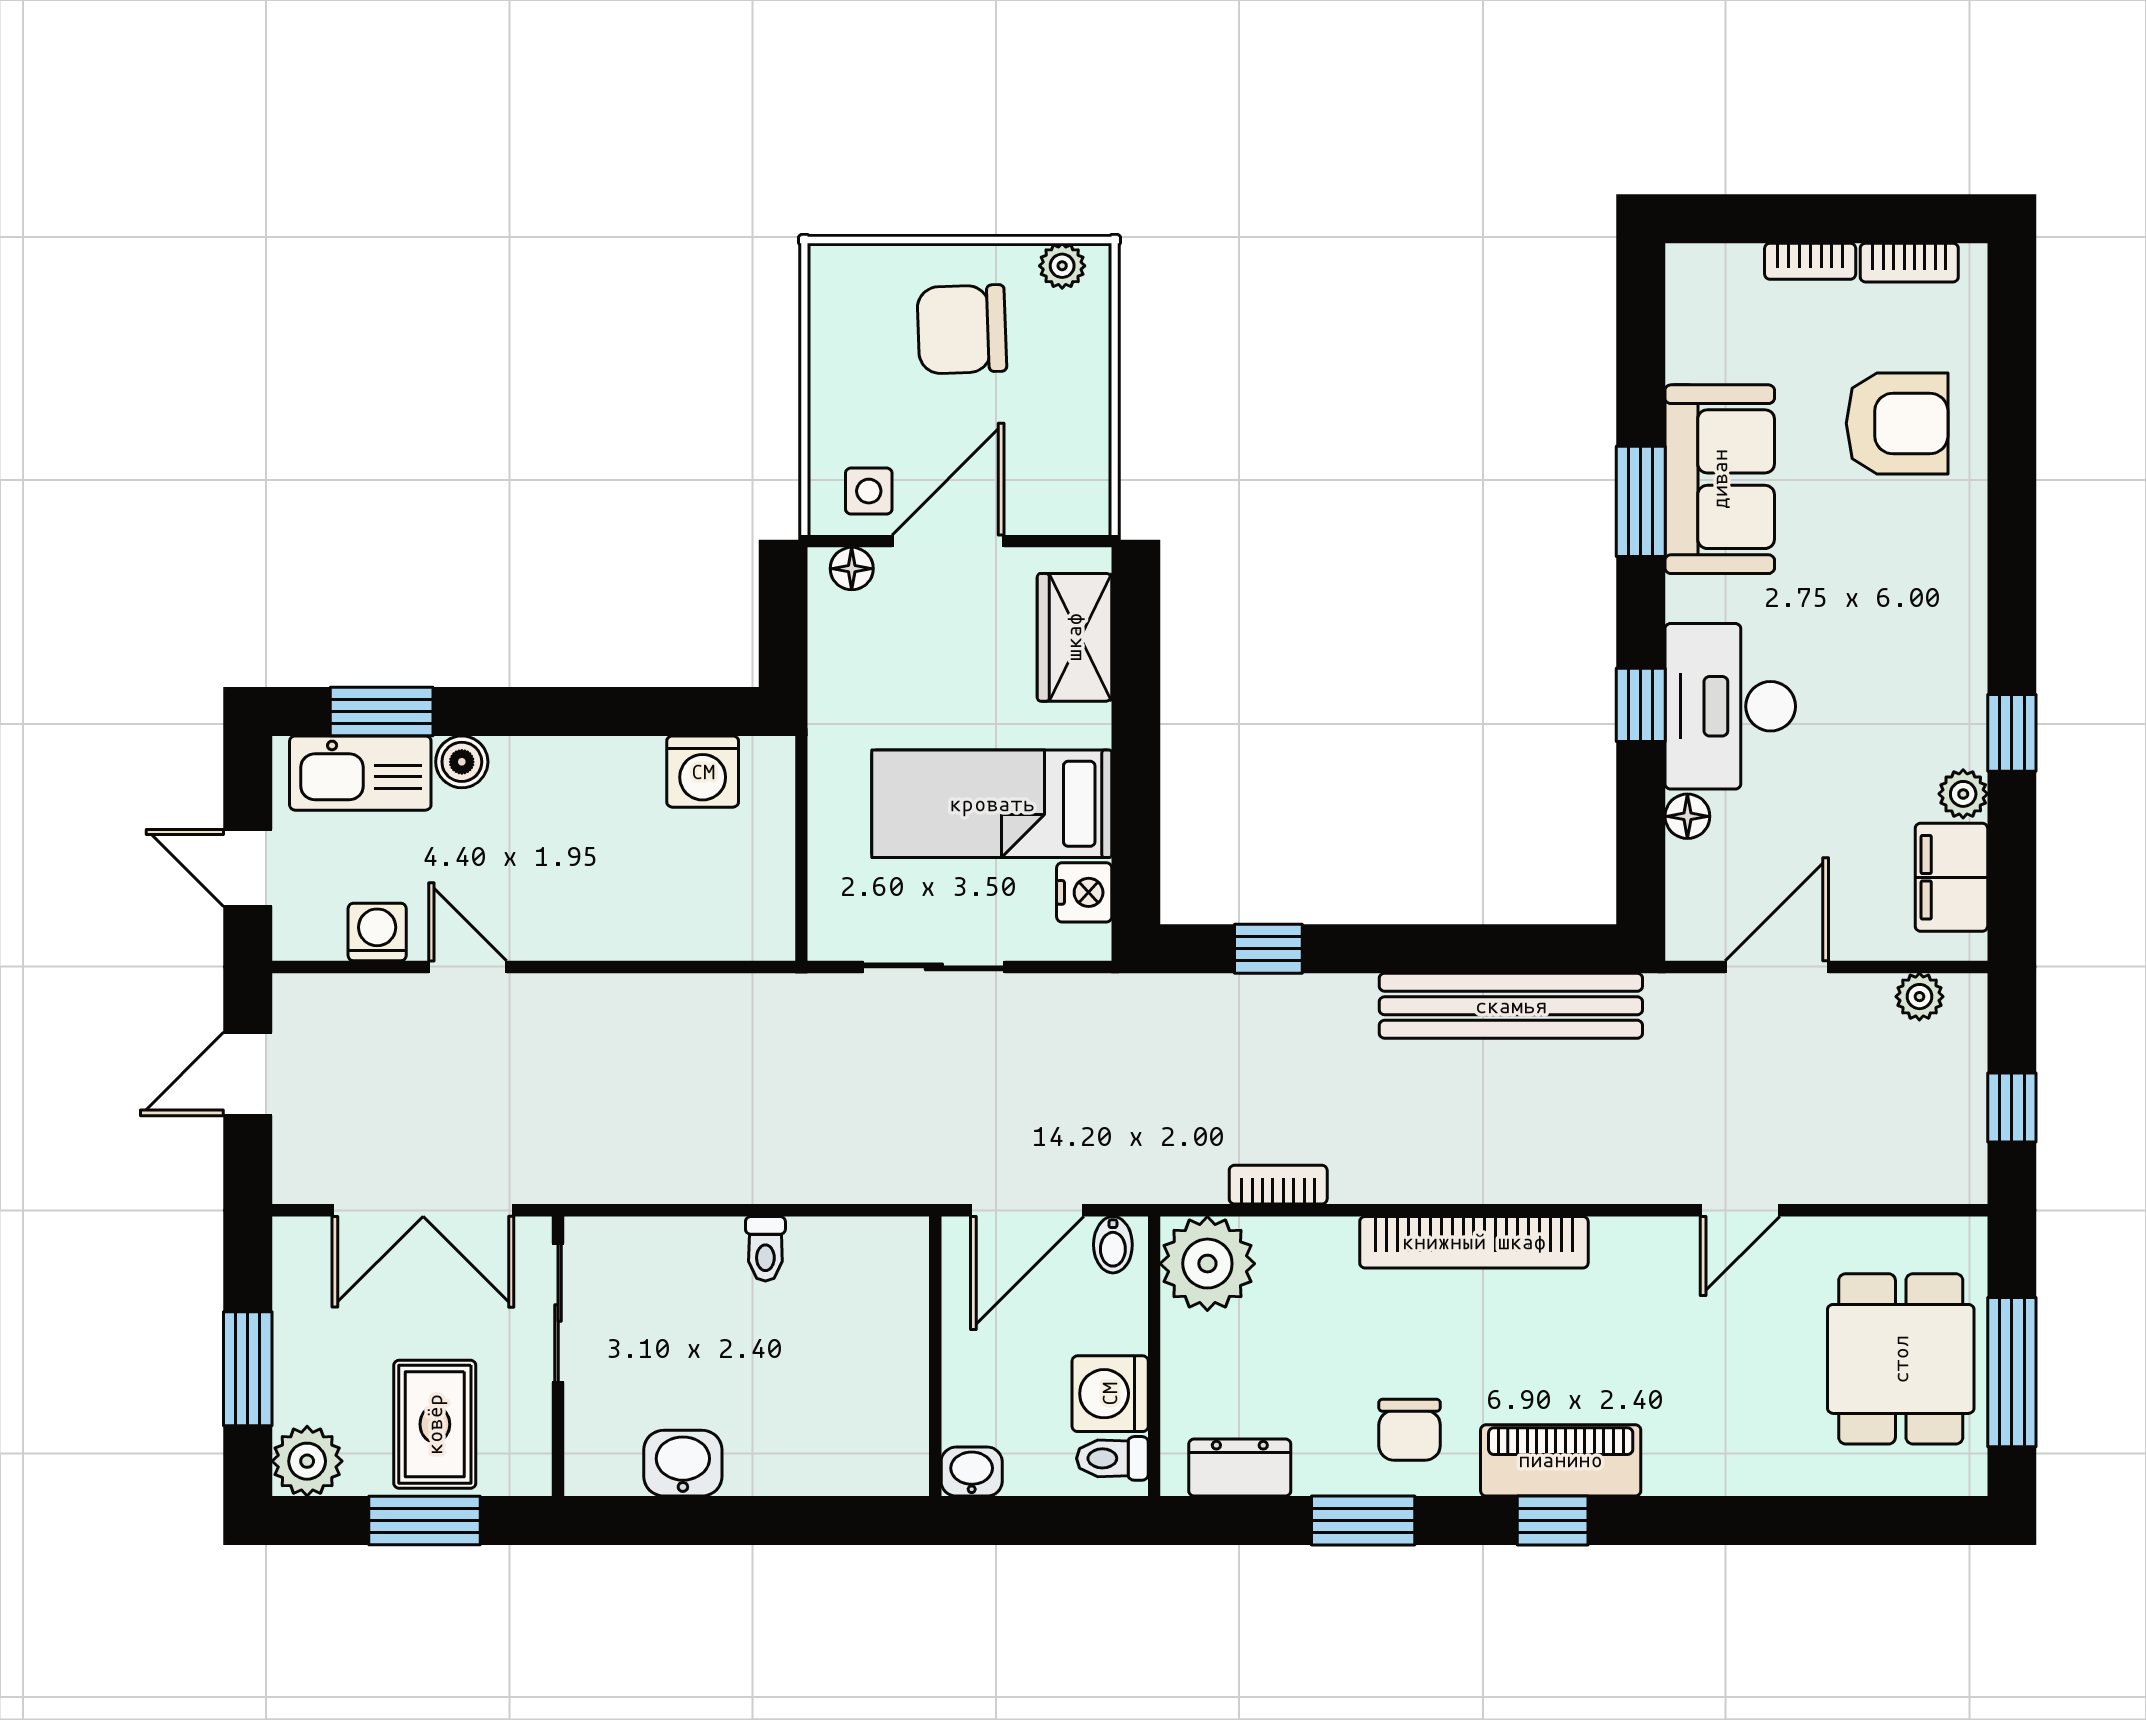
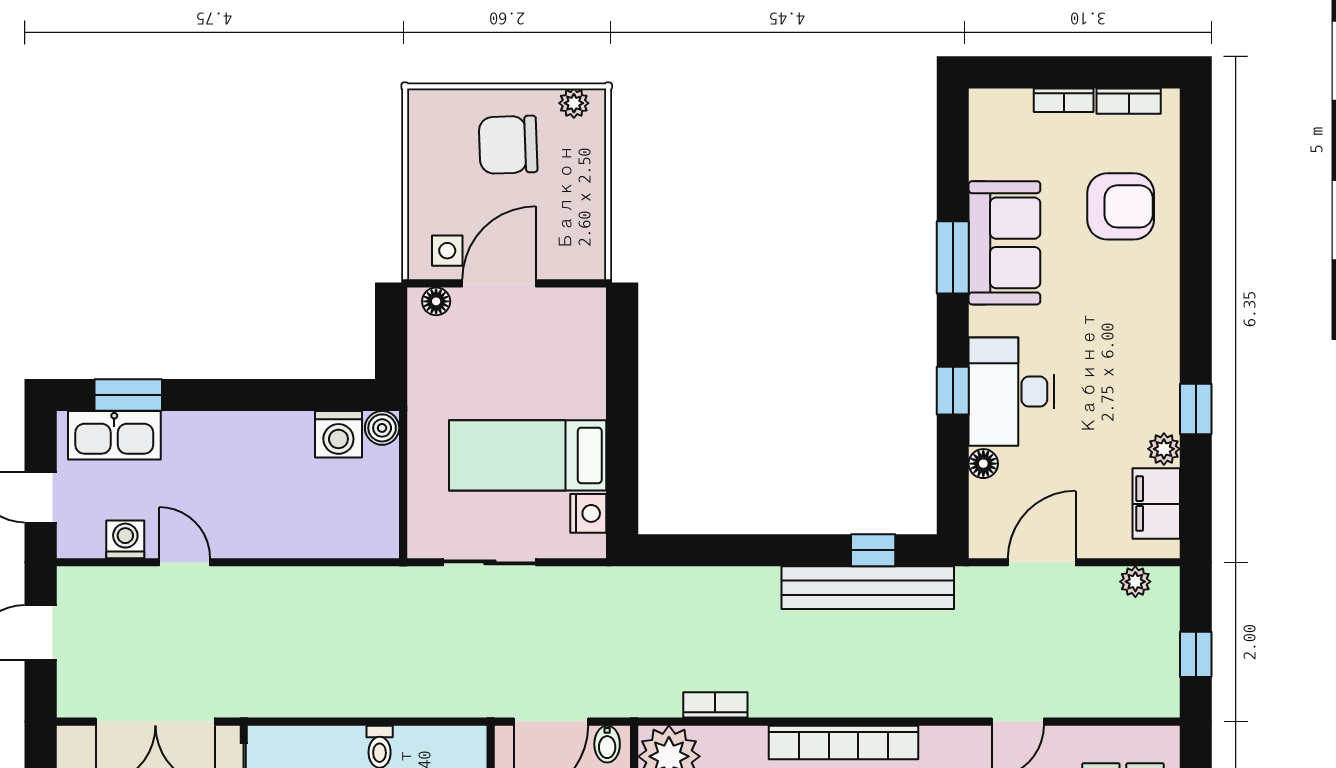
wardrobe: (1074, 637) -> (582, 346), removed
boiler: (462, 762) -> (382, 428), moved
window: (1268, 949) -> (873, 550), moved

